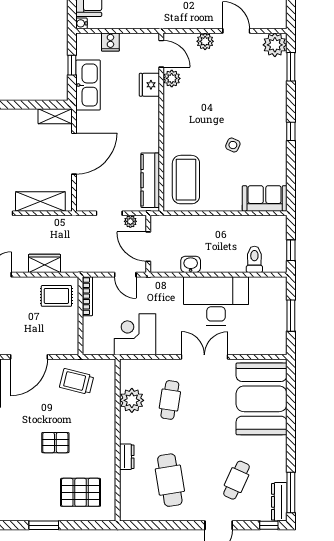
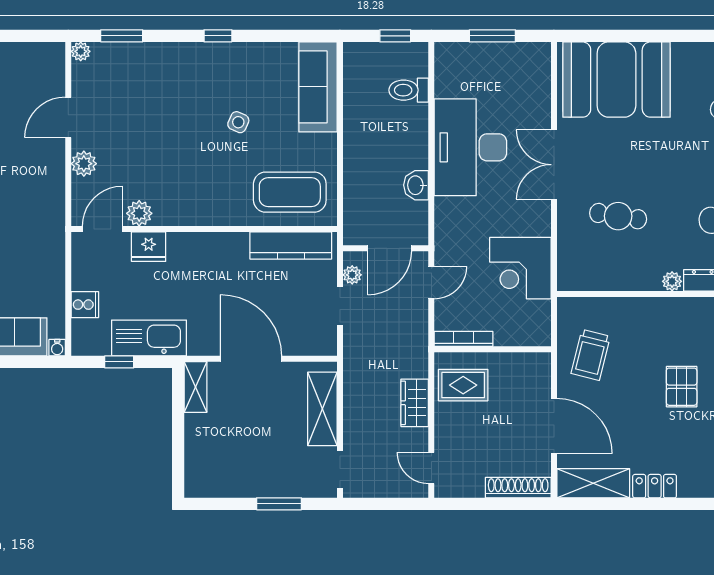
plant: (275, 45) -> (81, 51), width x0.53, depth x0.53
sofa: (265, 198) -> (318, 87), width x1.36
rug: (56, 296) -> (463, 385), turned 90
plant: (132, 400) -> (672, 281), moved, width x0.53, depth x0.53

